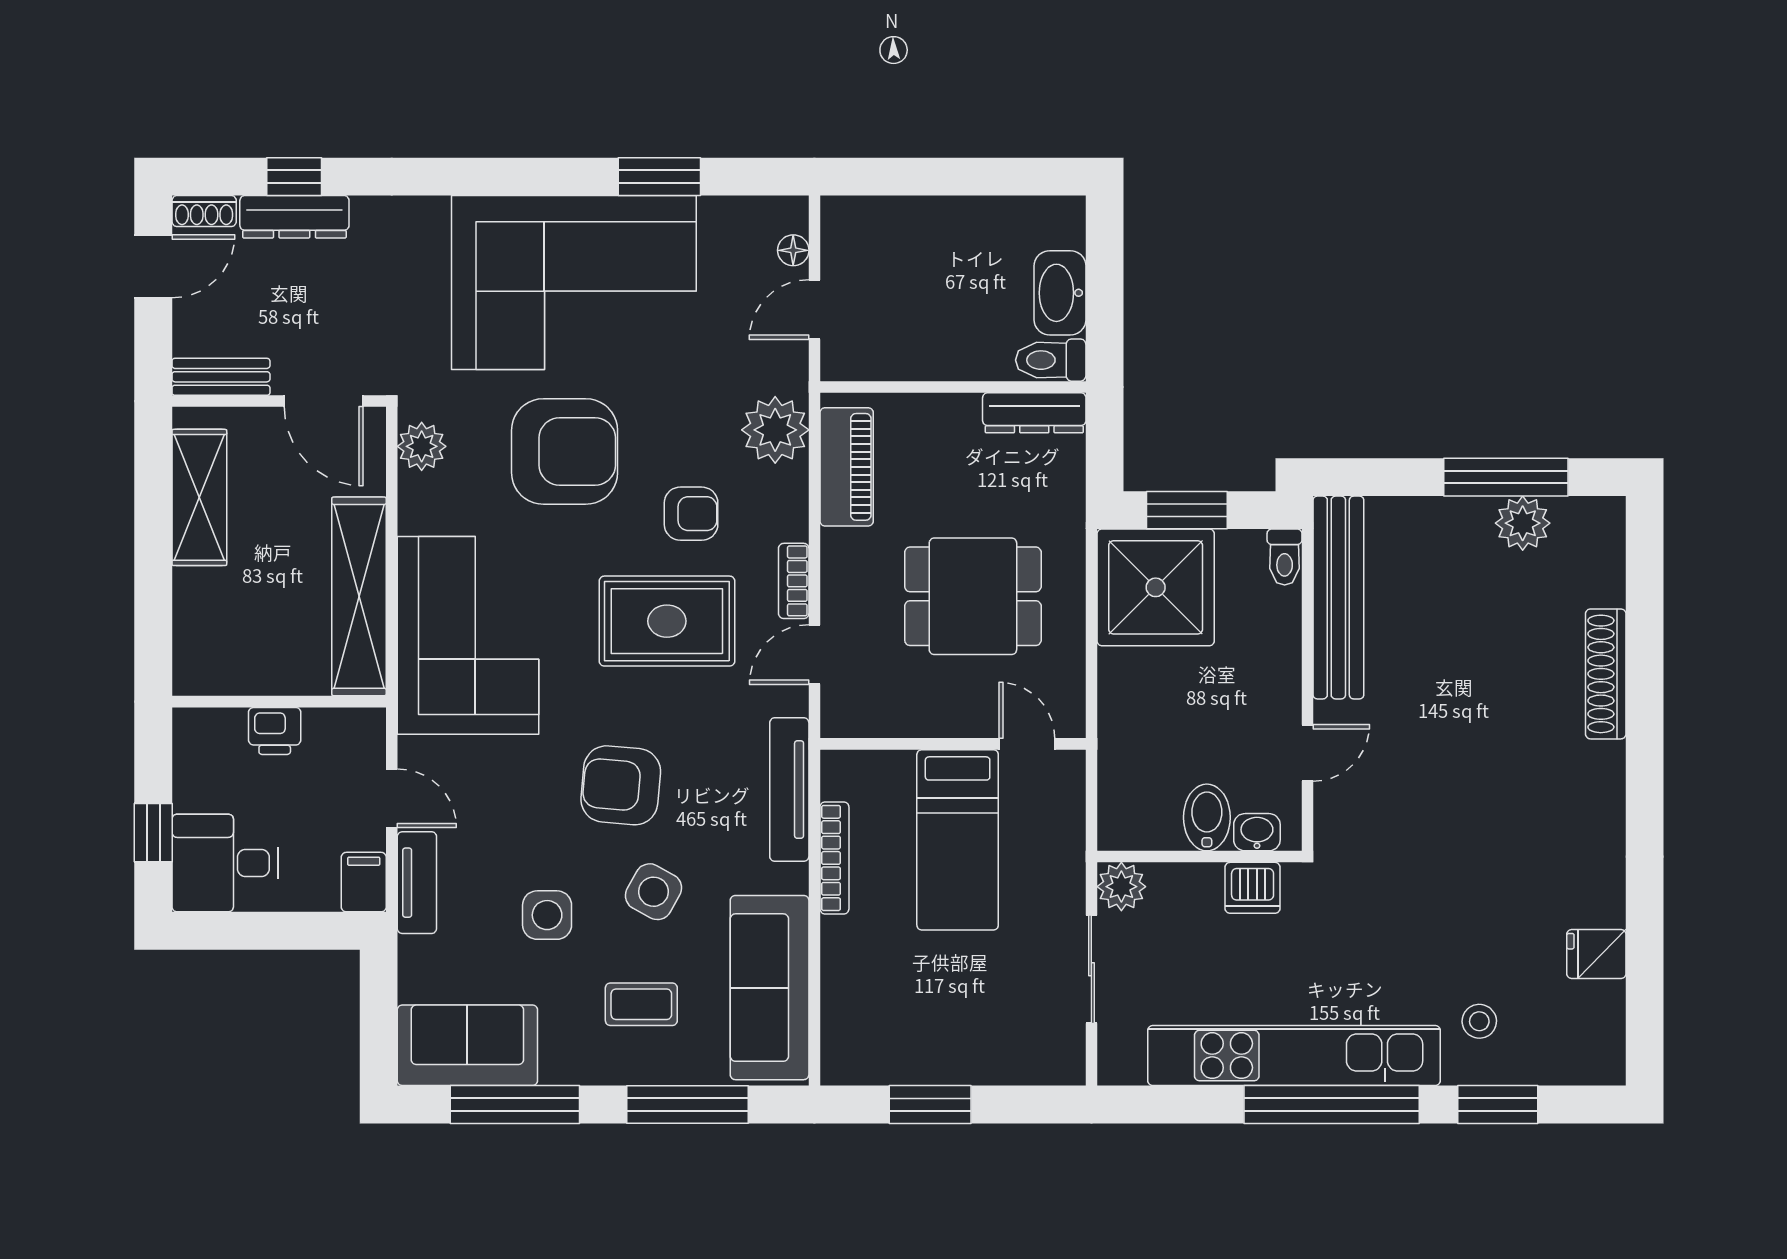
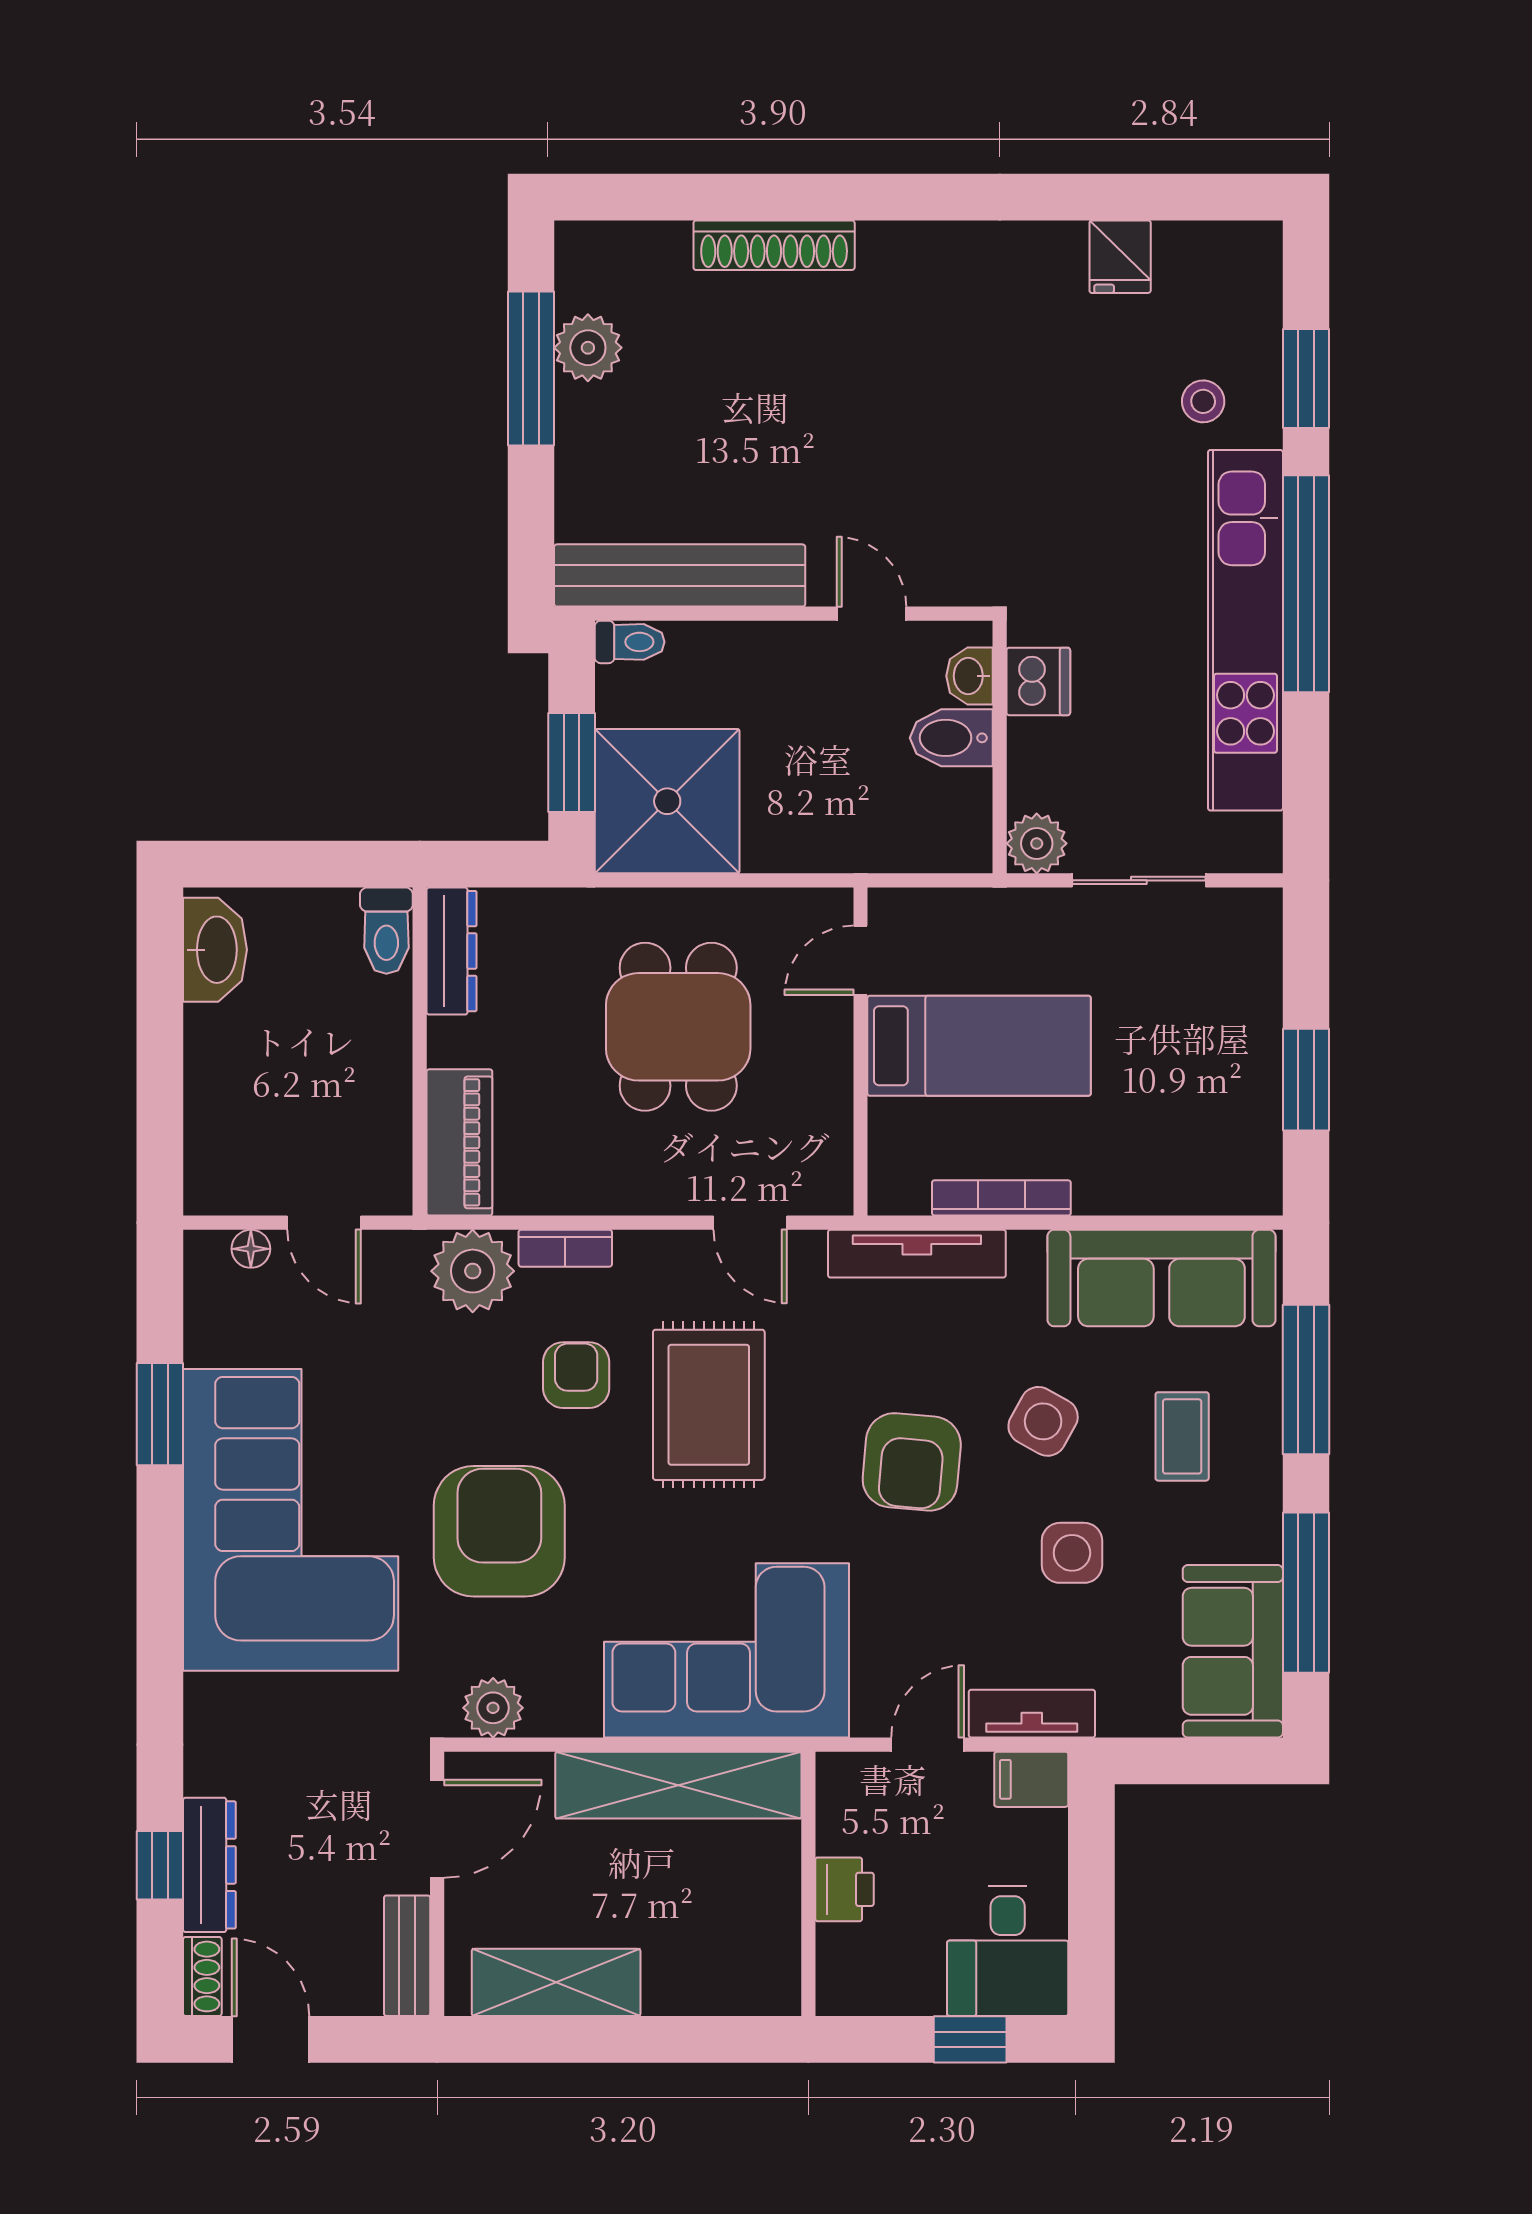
washbasin: (1060, 293) -> (215, 950), moved, turned -90
piano: (847, 467) -> (459, 1142), moved, turned 90
bookcase: (794, 581) -> (565, 1248), moved

